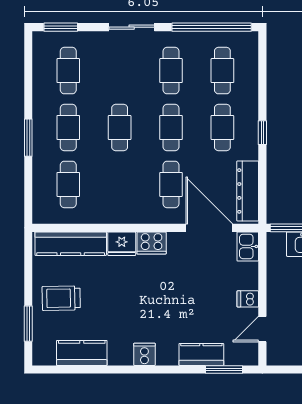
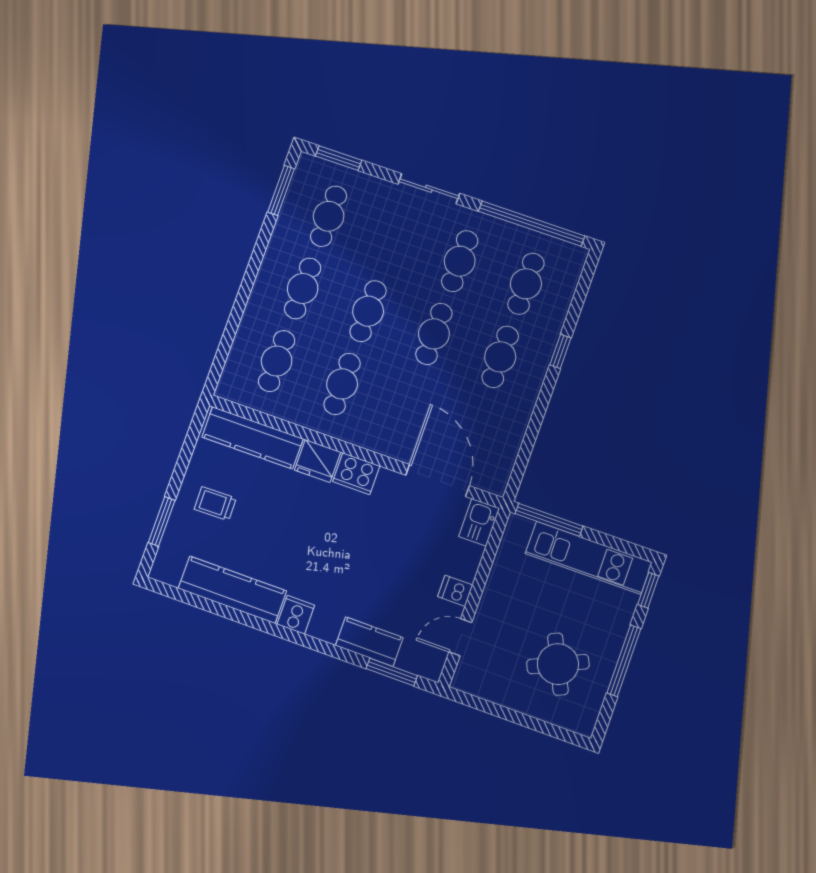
window: (262, 133) -> (560, 351), moved
window: (28, 138) -> (281, 190), moved
cafe table: (171, 184) -> (342, 384), moved
dresser: (248, 191) -> (504, 450), removed
trolley: (61, 298) -> (215, 504), width x0.73, depth x0.72
kitchen counter: (82, 353) -> (232, 590), width x1.50

